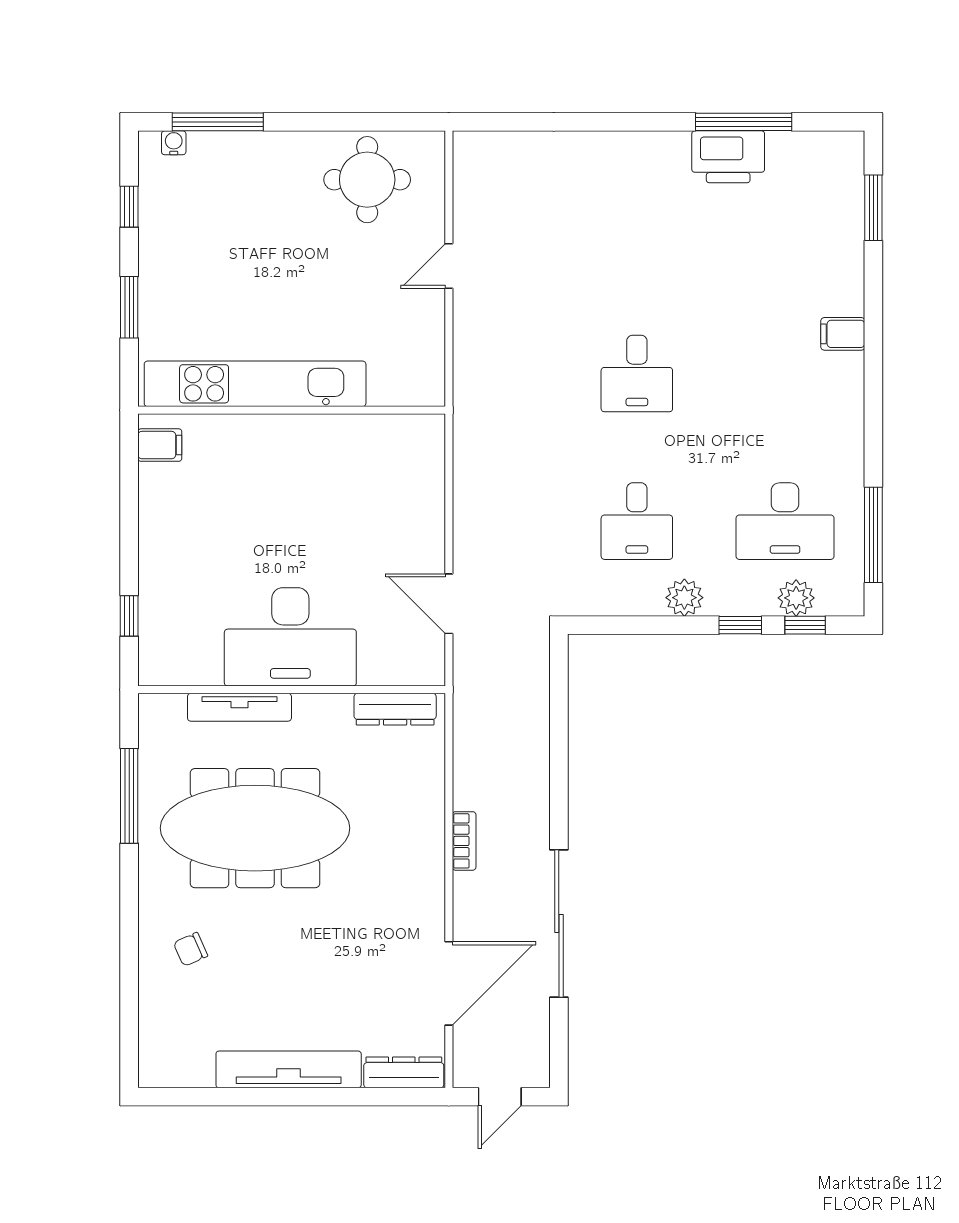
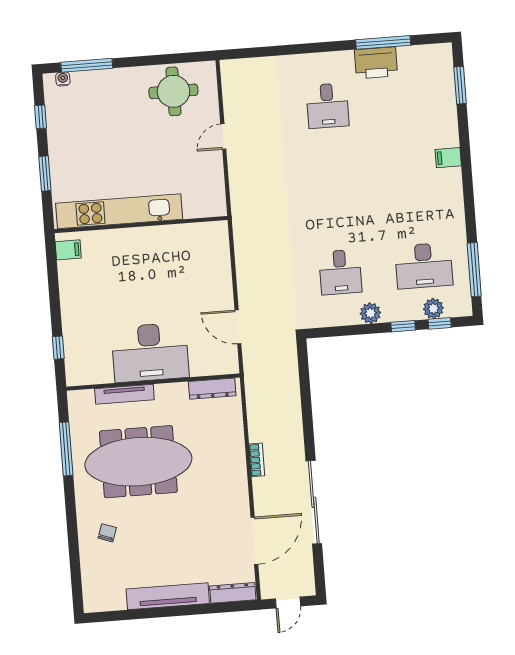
desk: (637, 373) -> (327, 106), moved
chair: (190, 949) -> (107, 533), turned 133

